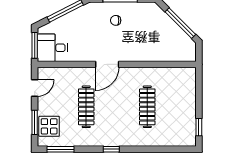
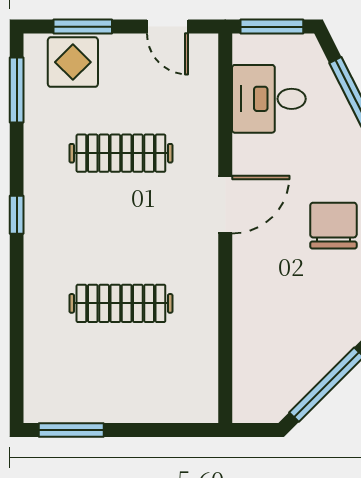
chair: (116, 20) -> (333, 226), width x1.87, depth x1.87
desk: (52, 48) -> (269, 99), moved, turned -90
door: (107, 64) -> (225, 205), swing flipped
window: (199, 127) -> (71, 430), width x1.50

